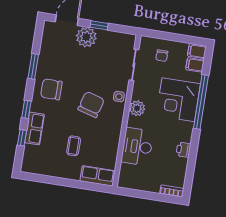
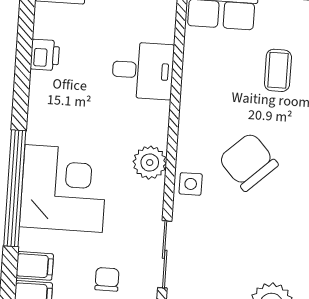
chair: (91, 104) -> (248, 162), turned 121
desk: (137, 147) -> (143, 71), width x0.73
printer: (183, 150) -> (45, 55), moved

